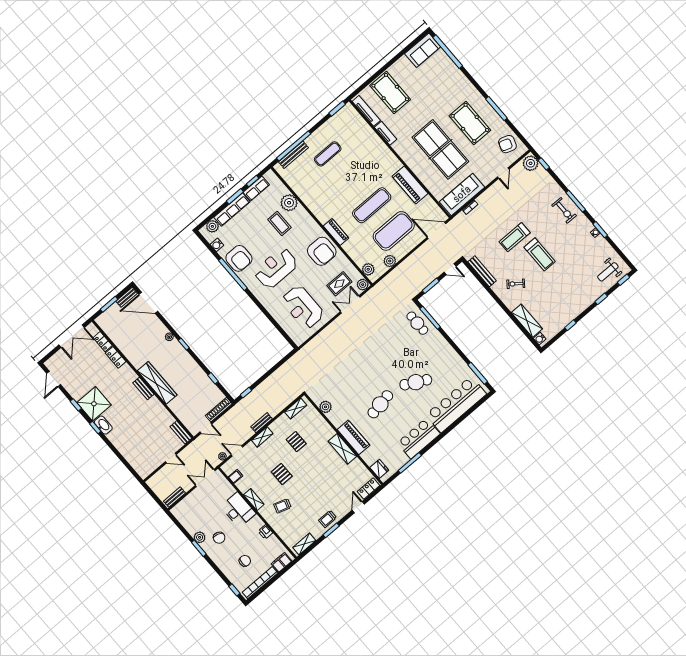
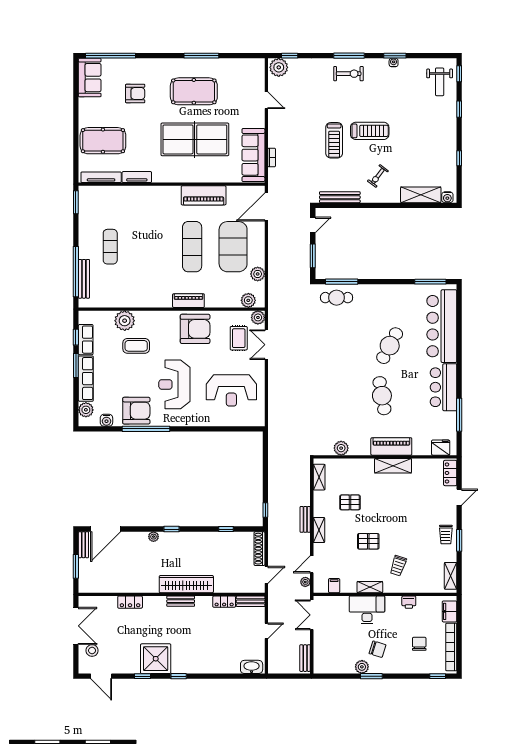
armchair: (507, 144) -> (135, 94), moved, turned -109
locker: (103, 342) -> (224, 602), moved
stool: (65, 359) -> (92, 650), added
washbasin: (103, 425) -> (252, 667), moved
door: (358, 507) -> (459, 497), swing flipped

